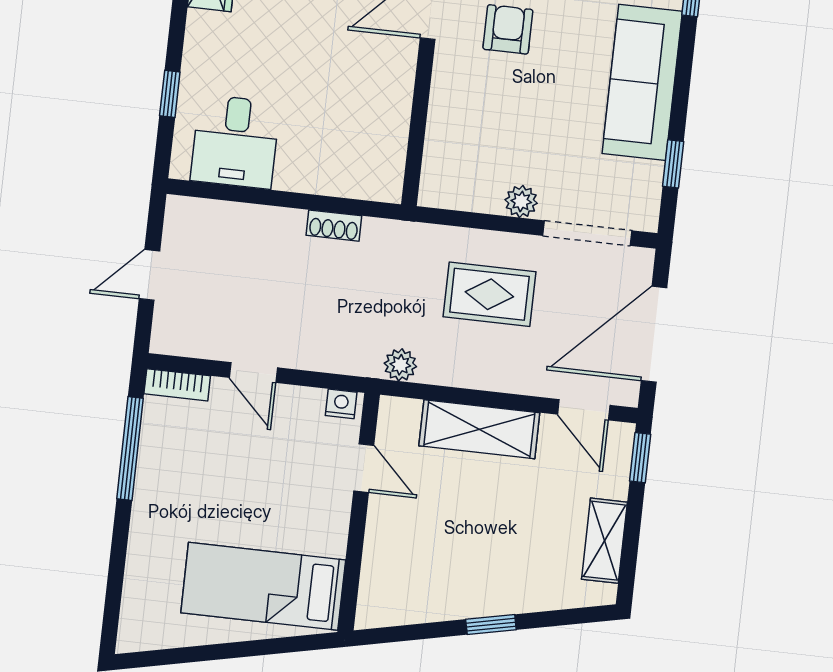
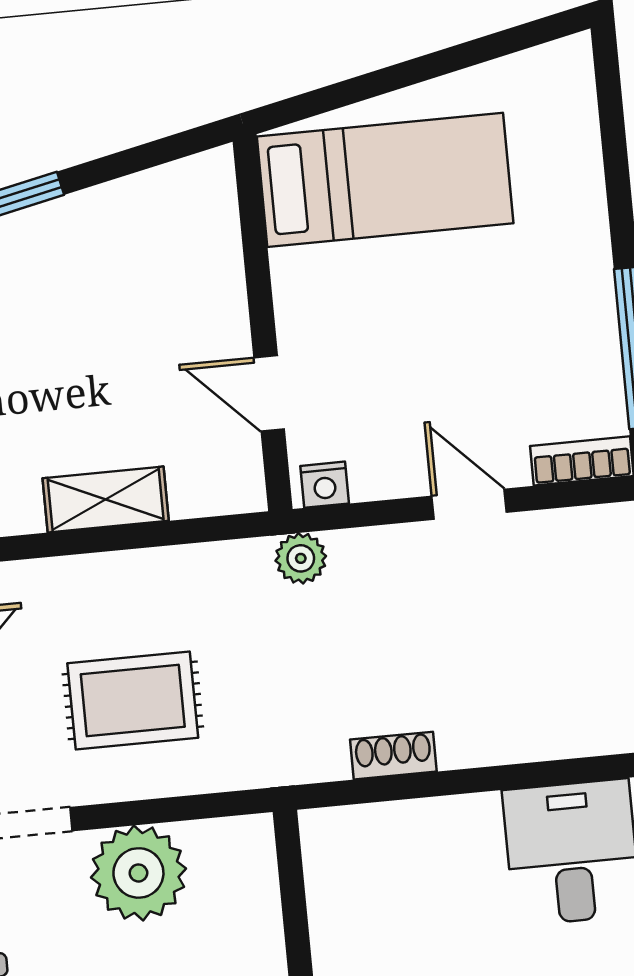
plant: (521, 201) -> (138, 873), width x1.87, depth x1.87
plant: (400, 365) -> (301, 558), moved
shelving: (479, 429) -> (106, 499), width x0.67, depth x0.75

